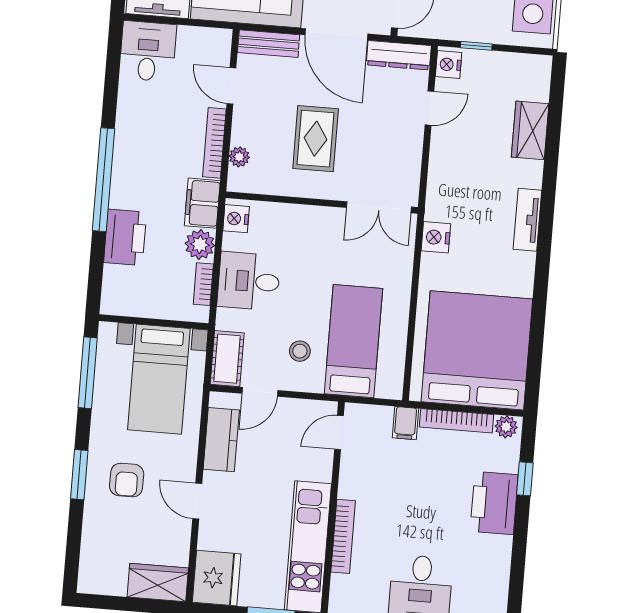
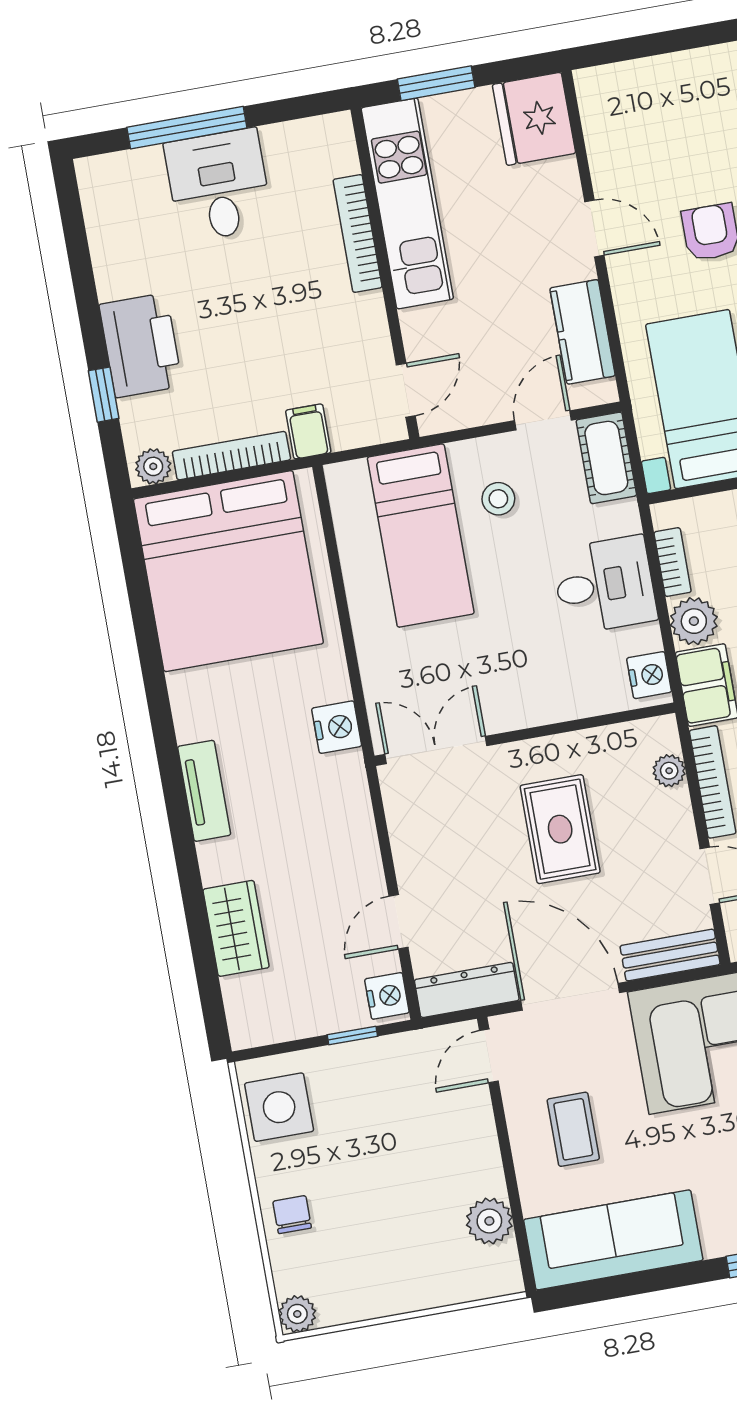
wardrobe: (158, 582) -> (622, 88), removed

